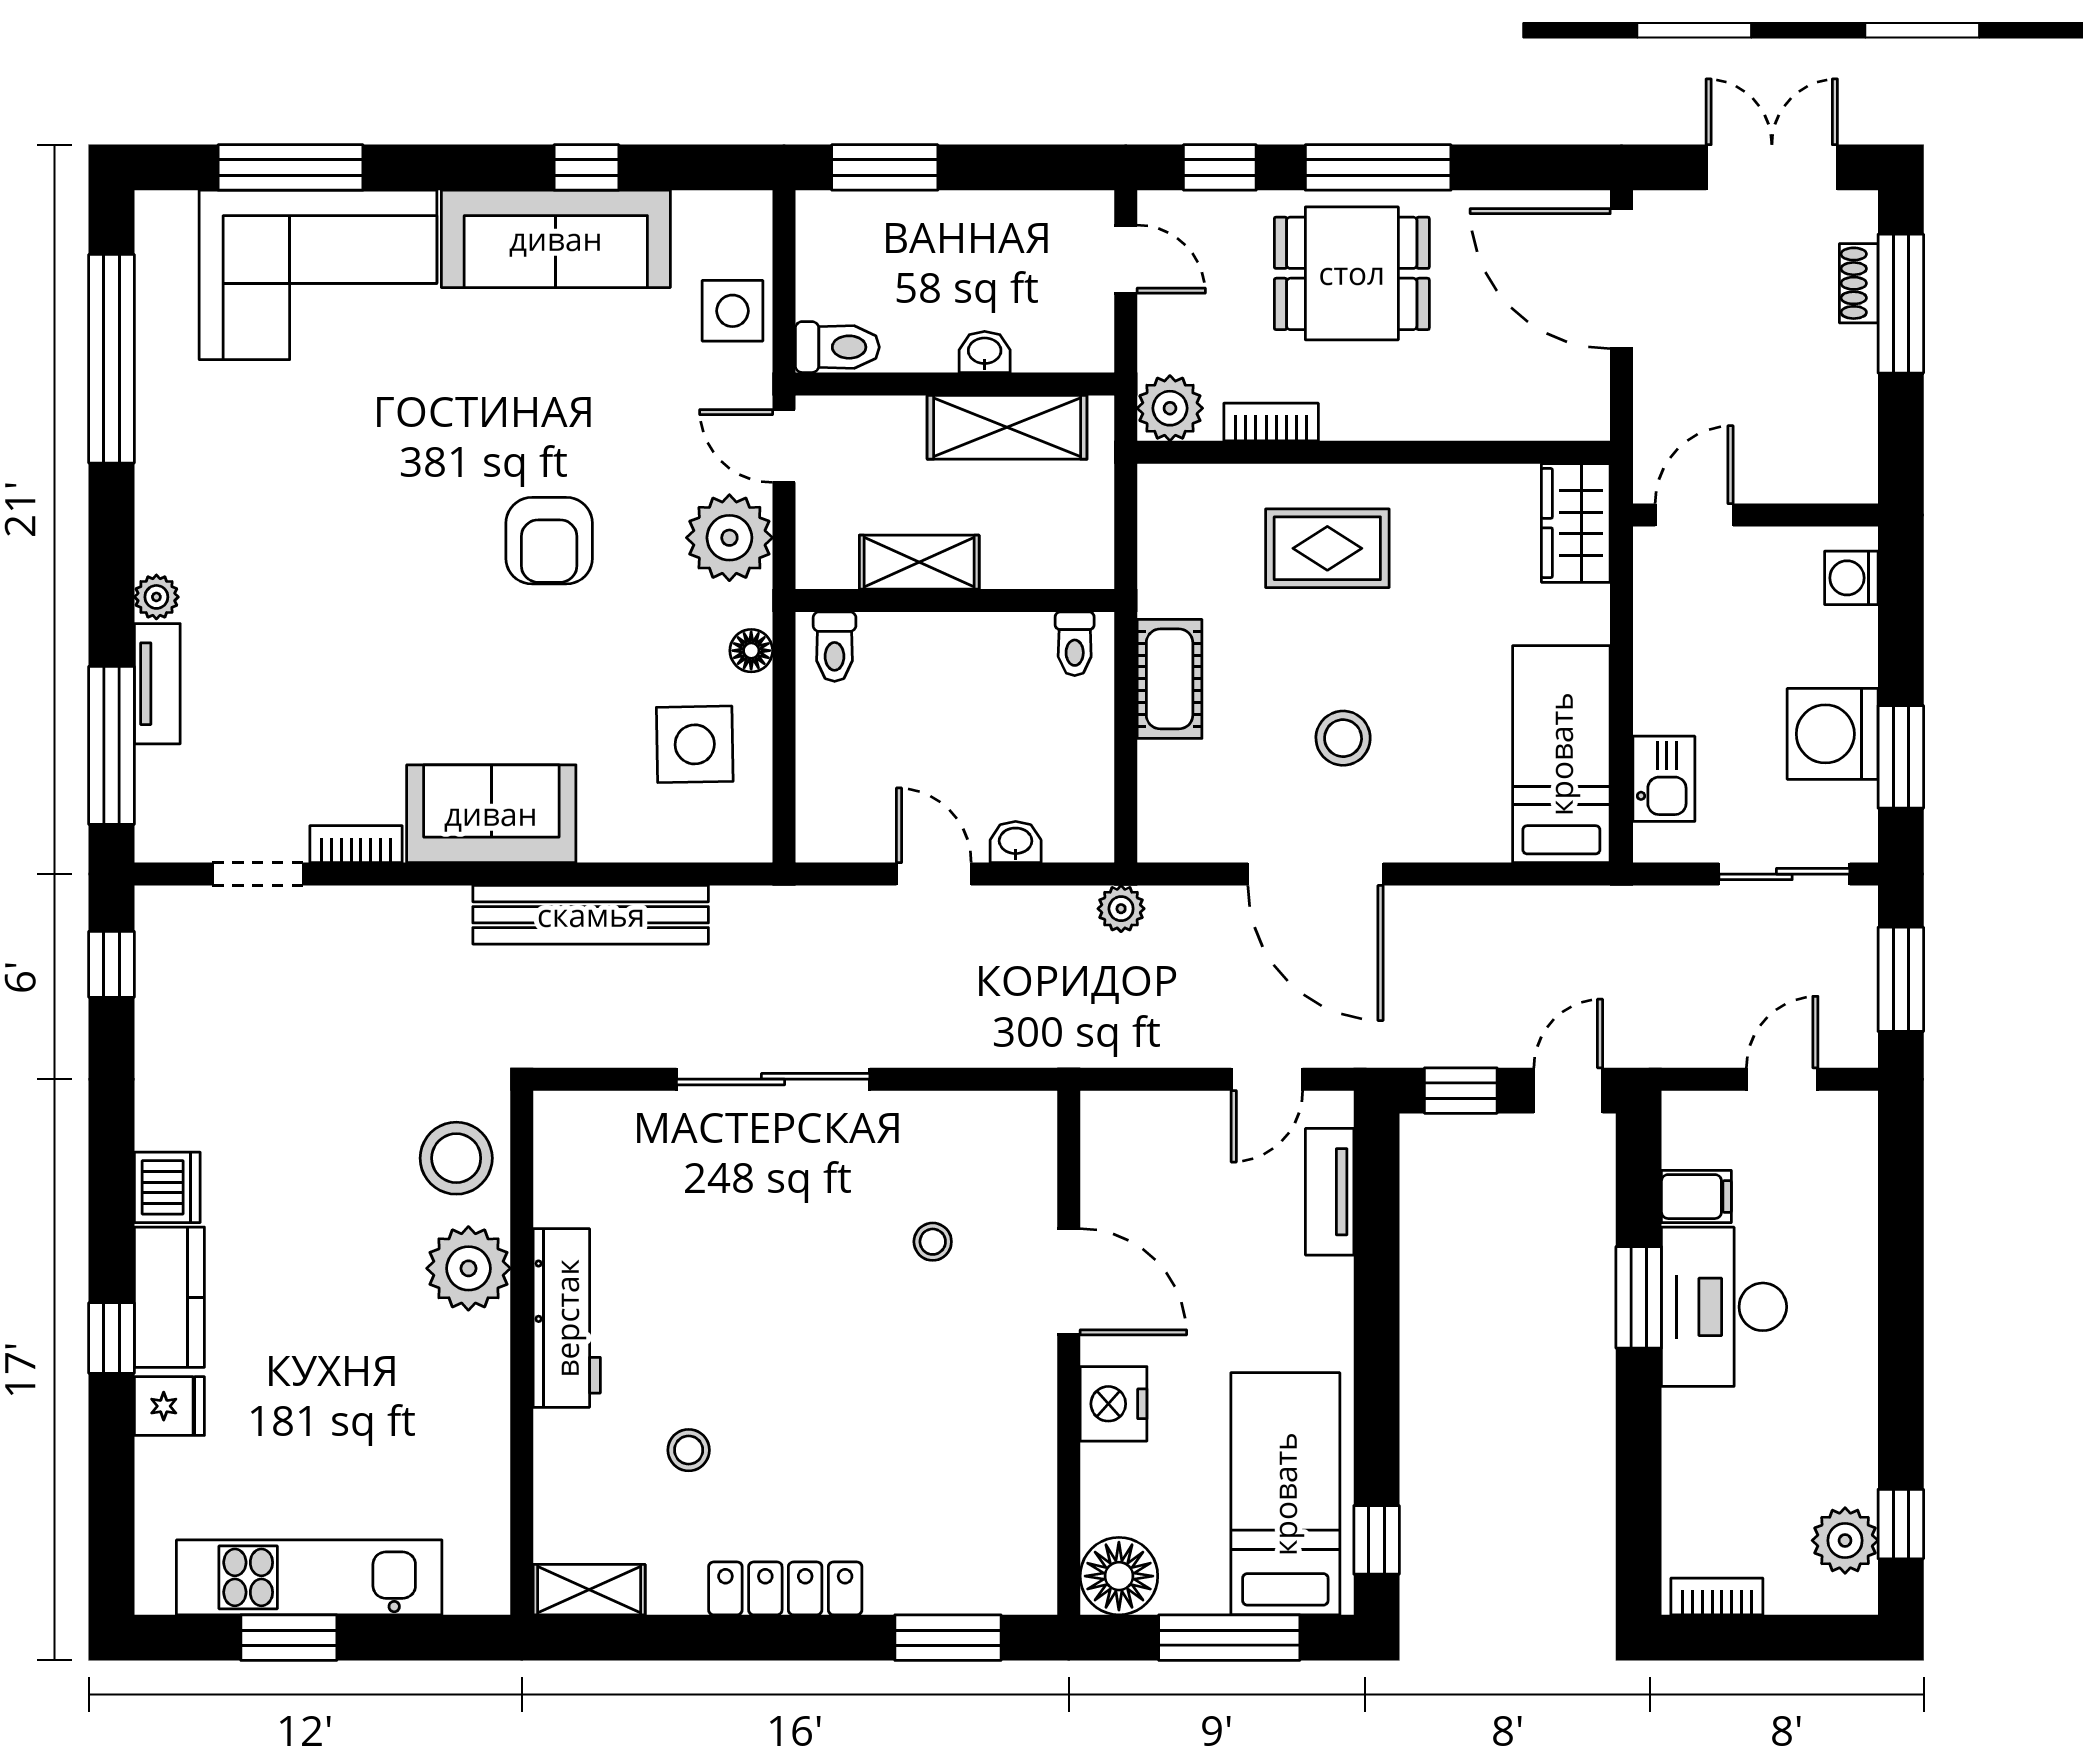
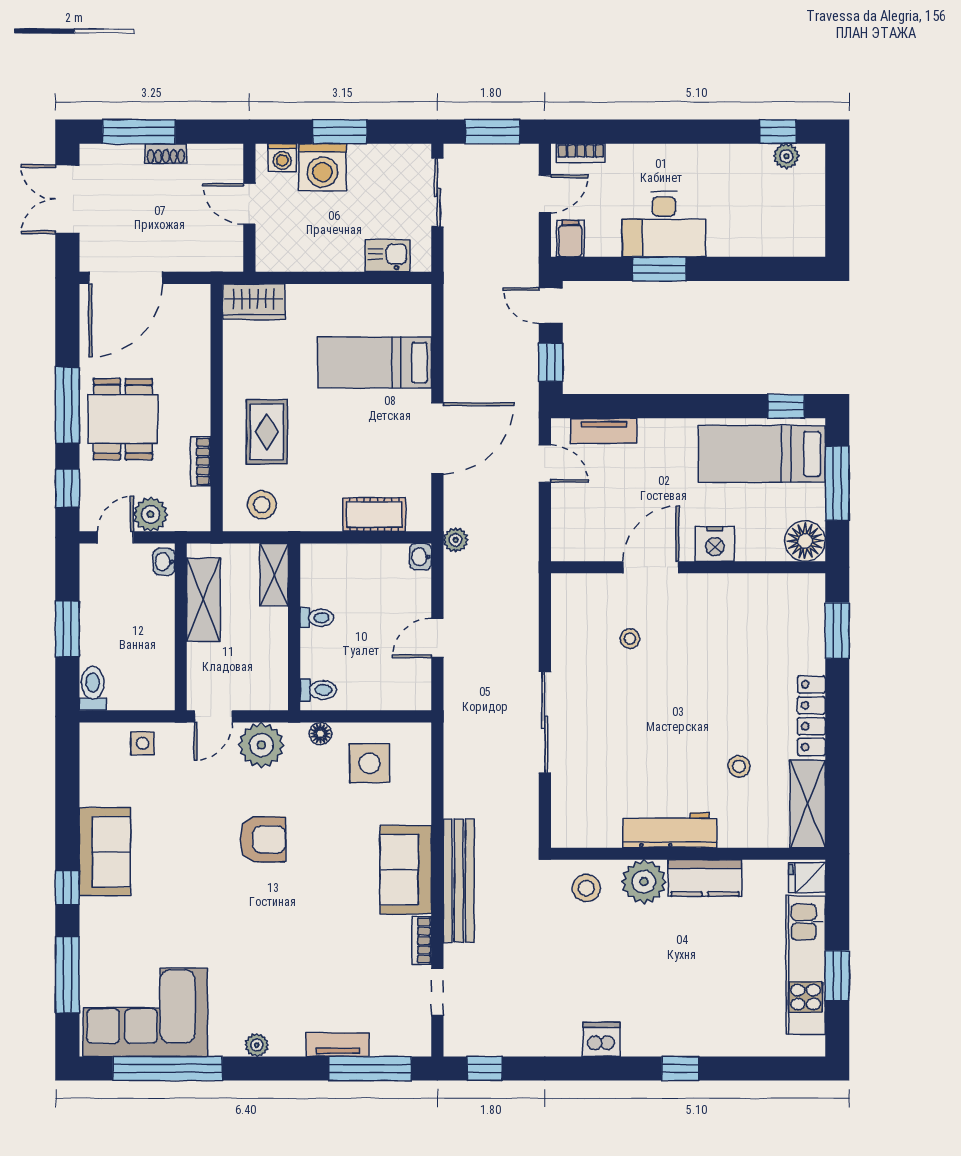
window: (586, 167) -> (67, 888), moved
window: (885, 167) -> (67, 629), moved
sofa: (556, 239) -> (105, 852), width x0.73
corner sofa: (318, 275) -> (145, 1012), moved, turned -90
shoe rack: (1859, 283) -> (166, 154), moved
side table: (732, 311) -> (142, 743), width x0.73, depth x0.73
toilet: (837, 347) -> (93, 689), moved
washbasin: (985, 352) -> (164, 562), moved
plant: (1170, 408) -> (151, 514), moved
door: (1694, 515) -> (249, 204), moved
shelving: (919, 562) -> (274, 575), moved
plant: (156, 597) -> (257, 1045), moved
toilet: (1075, 644) -> (317, 618), moved
cot: (1170, 679) -> (374, 515), moved
washing machine: (1833, 734) -> (322, 167), moved
stool: (1343, 738) -> (262, 505), moved
bed: (1561, 754) -> (375, 362), moved
window: (1901, 757) -> (340, 132), moved
washbasin: (1016, 842) -> (421, 557), moved
bench: (591, 915) -> (459, 881), moved
door: (1782, 1079) -> (545, 194), swing flipped
stool: (456, 1158) -> (586, 888), width x0.73, depth x0.73
filing cabinet: (1696, 1197) -> (570, 239), moved
kitchen counter: (169, 1297) -> (705, 878), moved, turned 180
fridge: (169, 1406) -> (807, 878), moved, turned -90
plant: (1845, 1540) -> (786, 156), width x0.73, depth x0.73
shelving: (589, 1590) -> (808, 804), width x1.50, depth x1.33
bookcase: (1717, 1596) -> (581, 153), moved, turned -90

